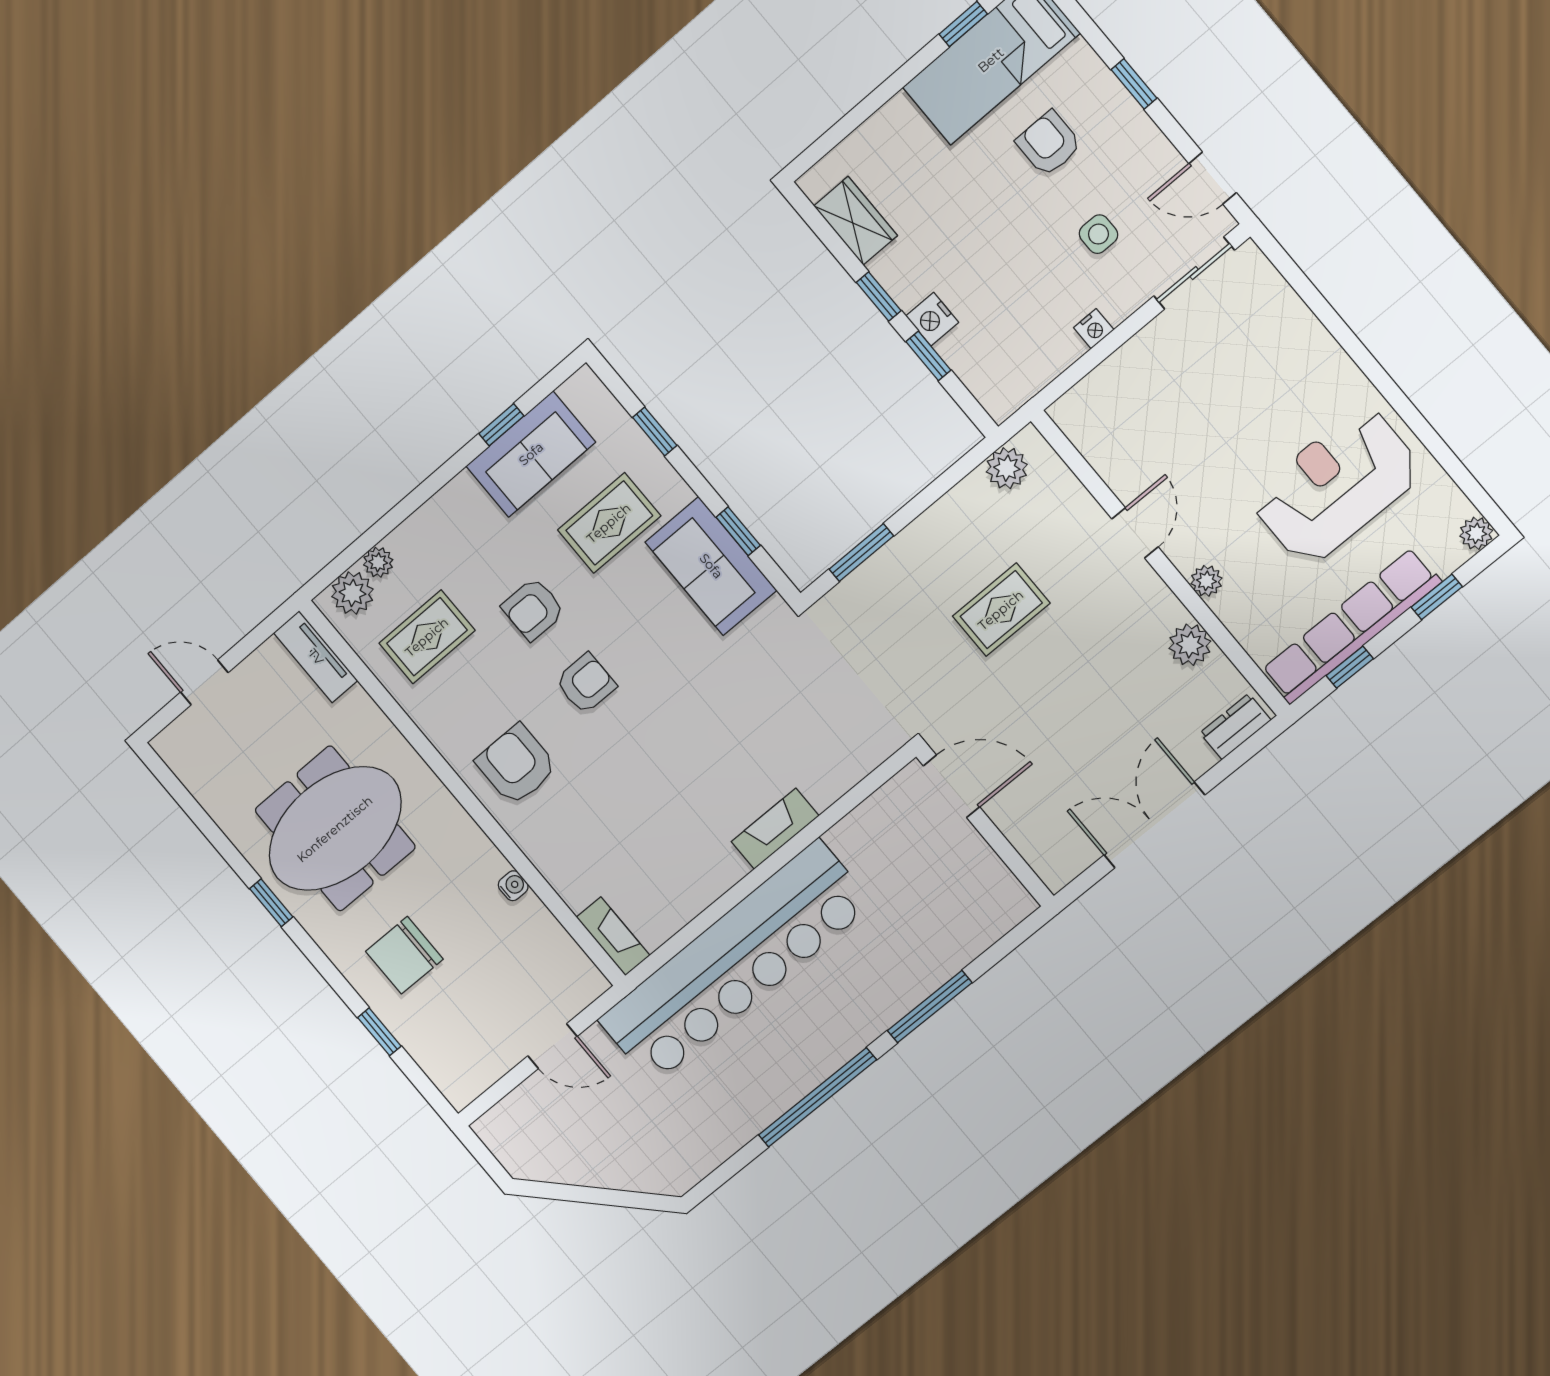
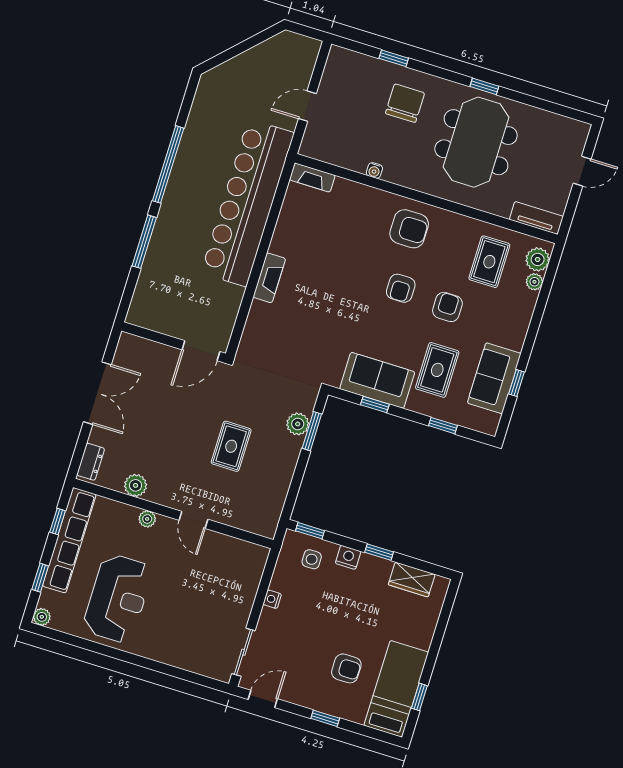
side table: (1098, 234) -> (312, 559), moved
window: (928, 356) -> (310, 531), moved
plant: (1007, 468) -> (298, 424), moved

